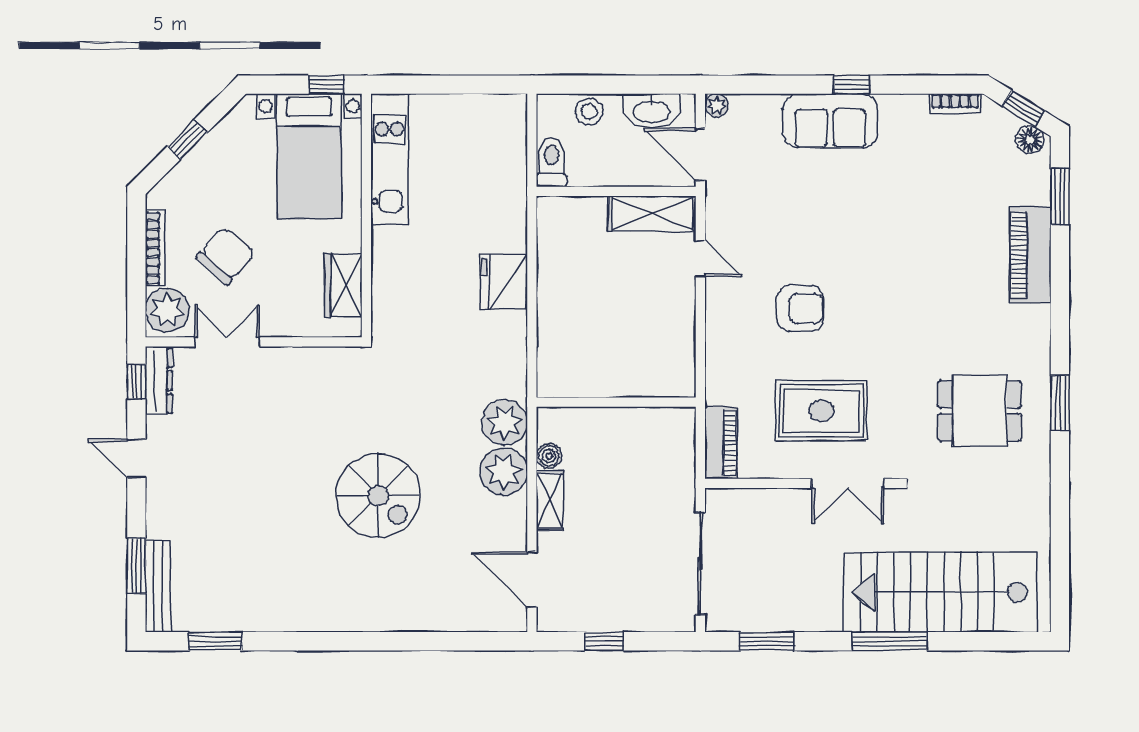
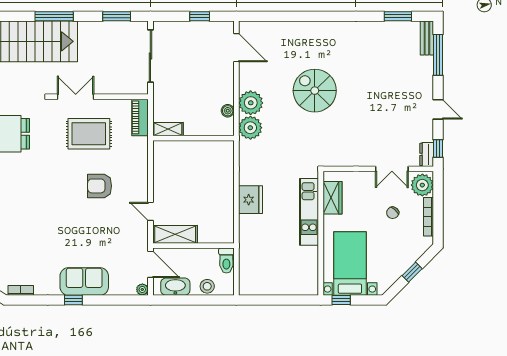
kitchen unit: (389, 159) -> (309, 212), moved
chair: (225, 256) -> (393, 213), width x0.54, depth x0.54
dresser: (159, 381) -> (427, 154), width x0.70
shelving: (550, 501) -> (168, 129), moved, turned 90
window: (136, 566) -> (438, 55), width x1.44
bench: (158, 586) -> (427, 38), width x0.73

